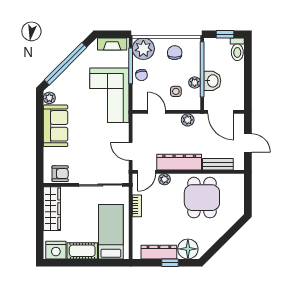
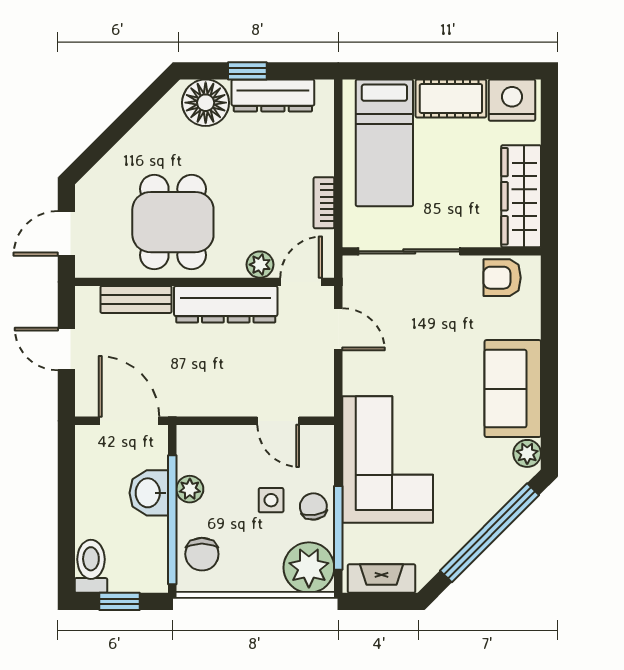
chair: (175, 53) -> (202, 554), moved
side table: (176, 91) -> (271, 500), moved
plant: (188, 120) -> (206, 402), removed
door: (248, 193) -> (66, 233), added

